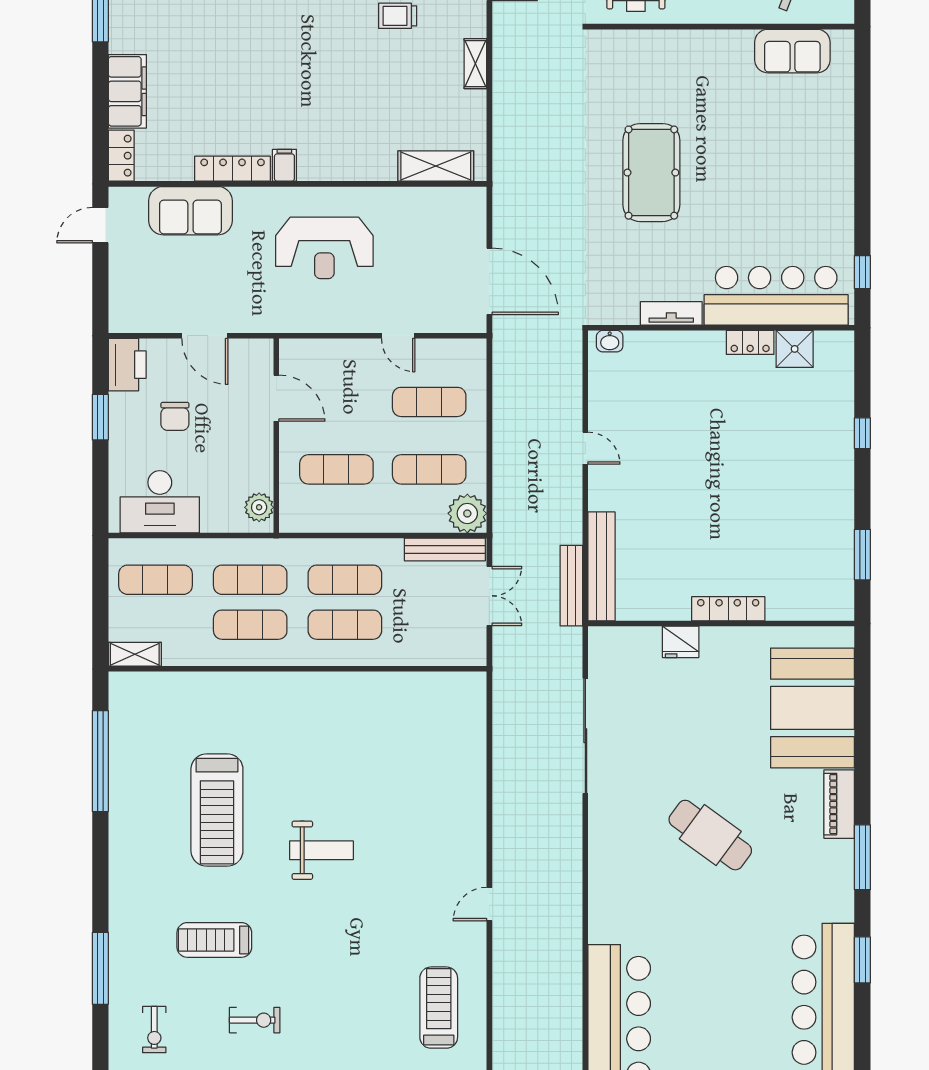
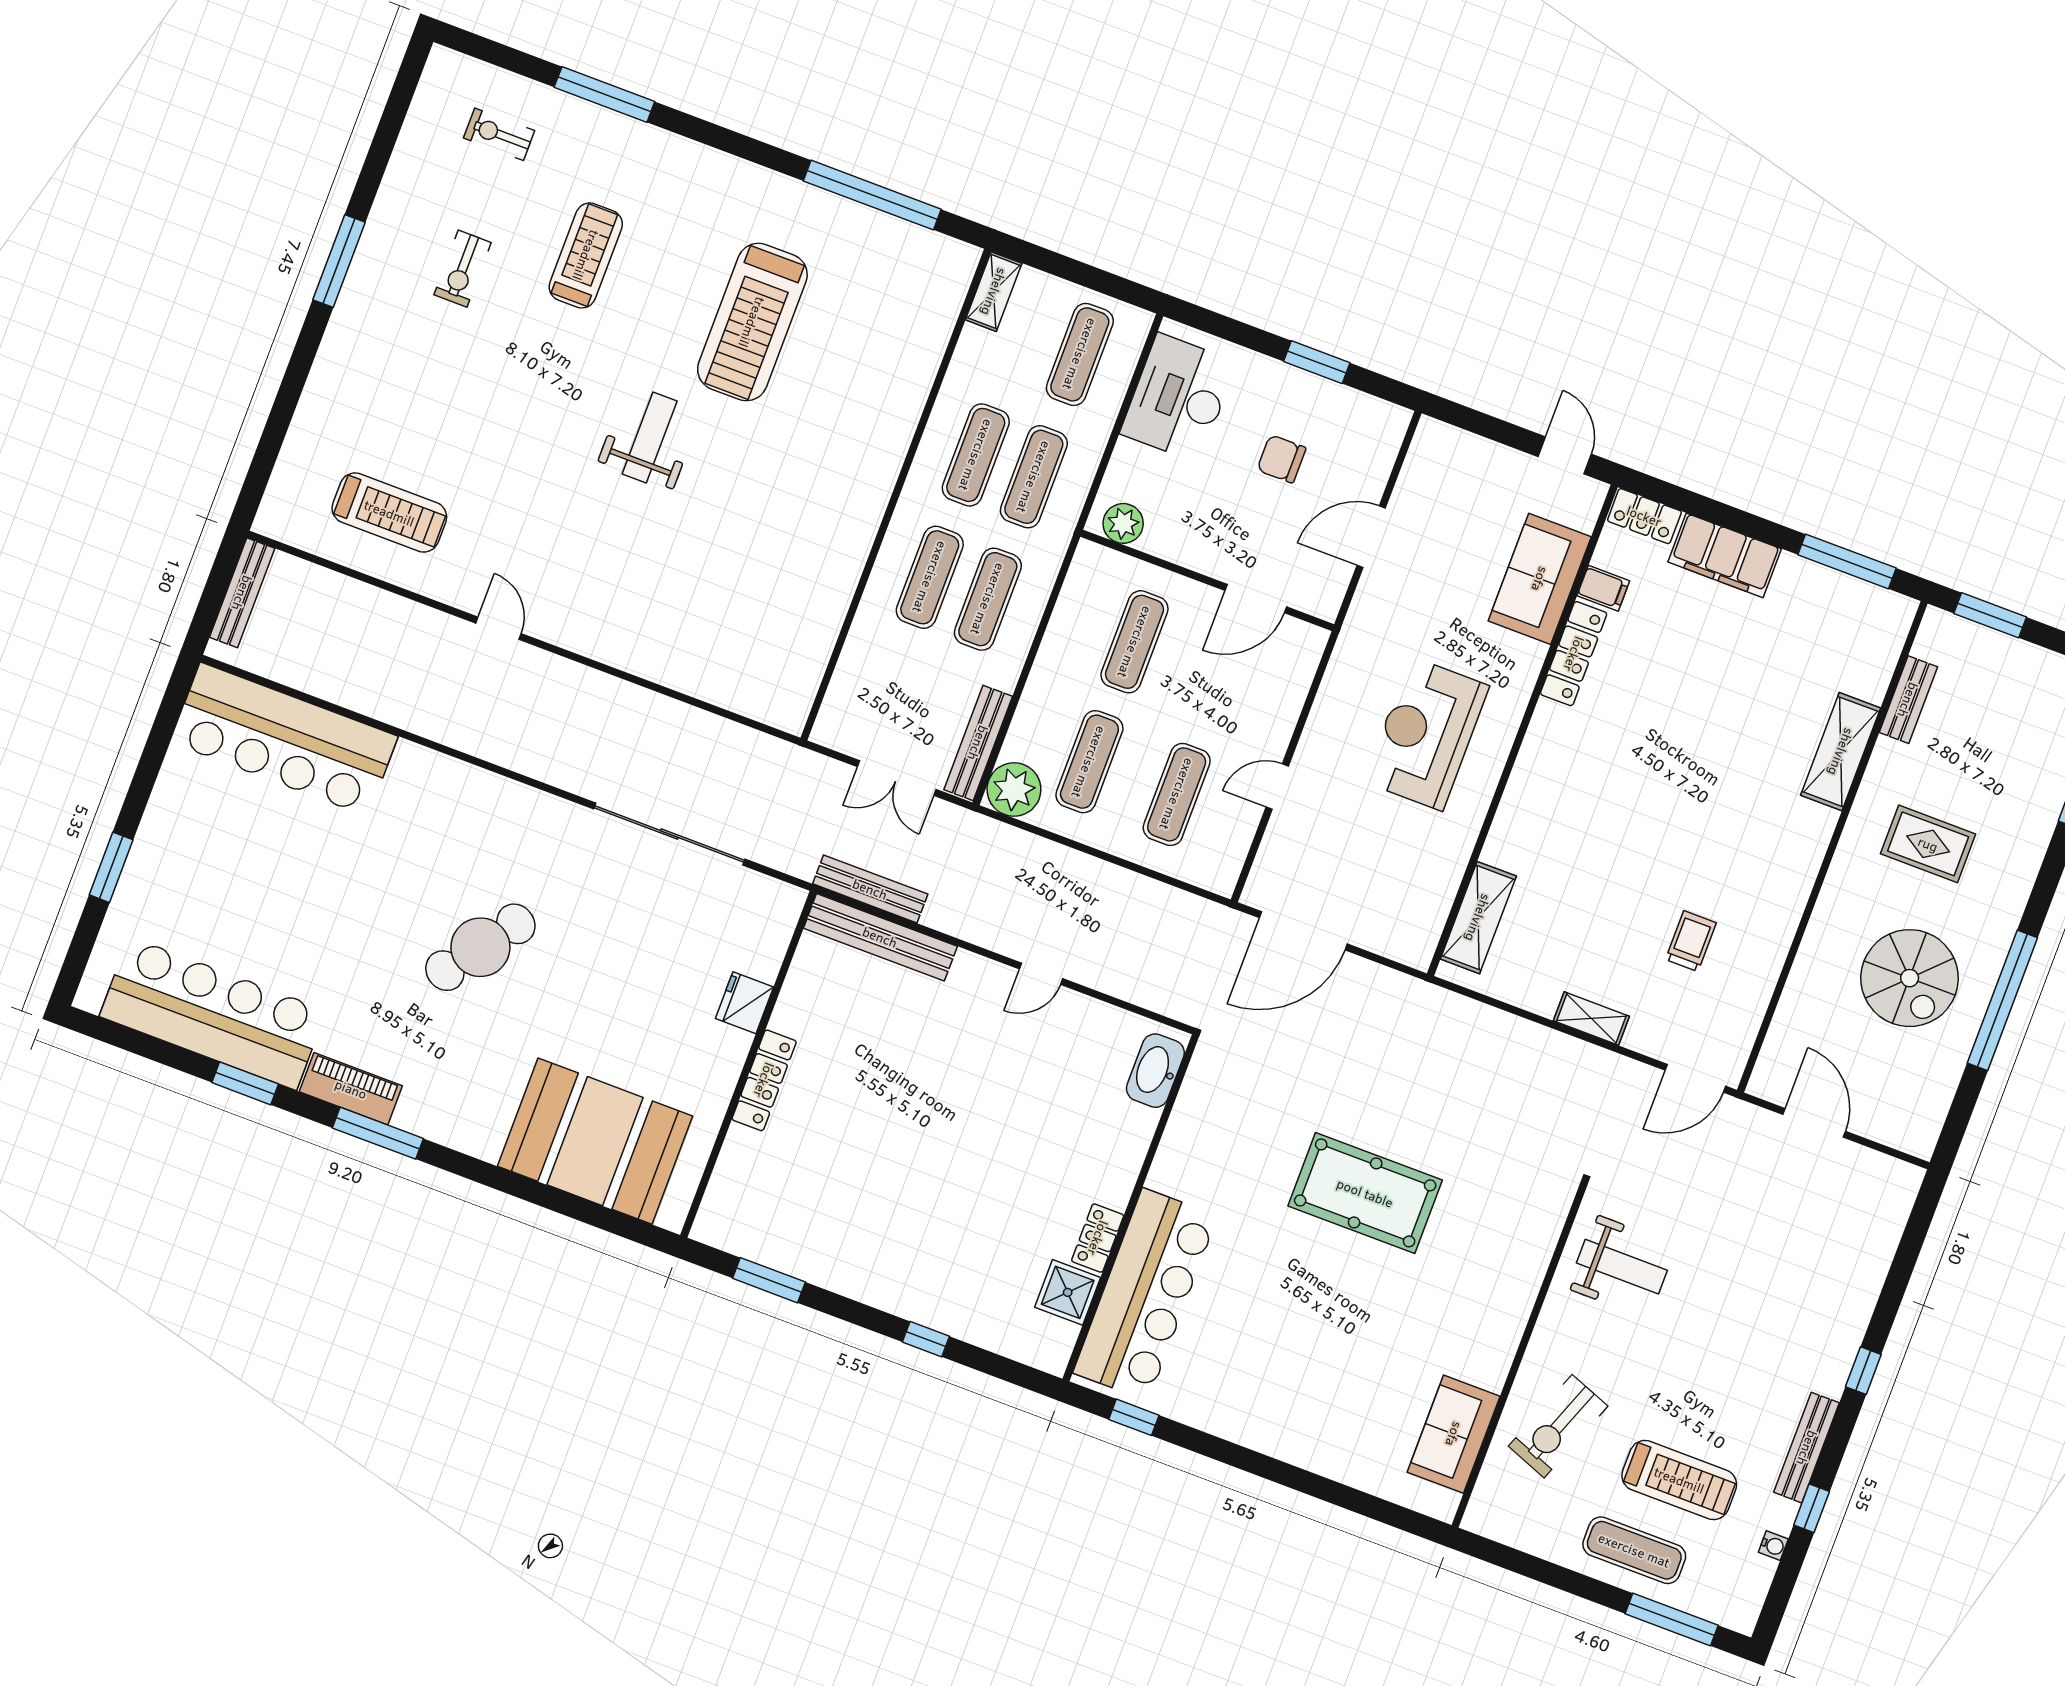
filing cabinet: (284, 165) -> (1603, 588), moved
tv unit: (671, 313) -> (1174, 1150), removed
washbasin: (610, 341) -> (1155, 1071), width x1.91, depth x1.45
printer: (127, 365) -> (1372, 422), removed
piano: (839, 804) -> (351, 1089), moved
treadmill: (217, 810) -> (752, 322), turned -90
weight bench: (321, 850) -> (650, 437), turned 180

